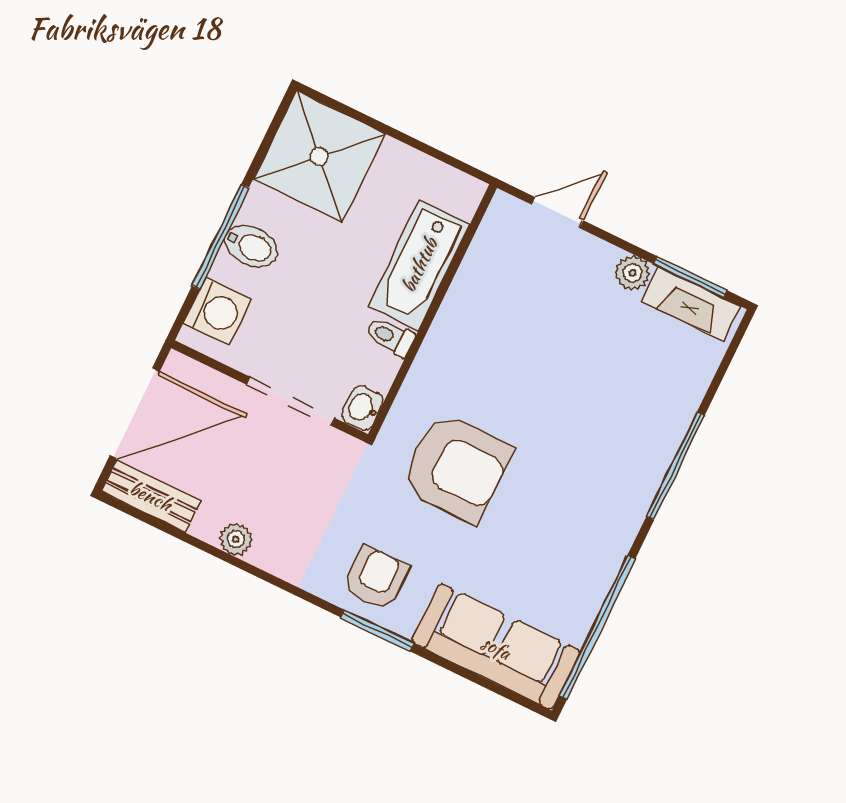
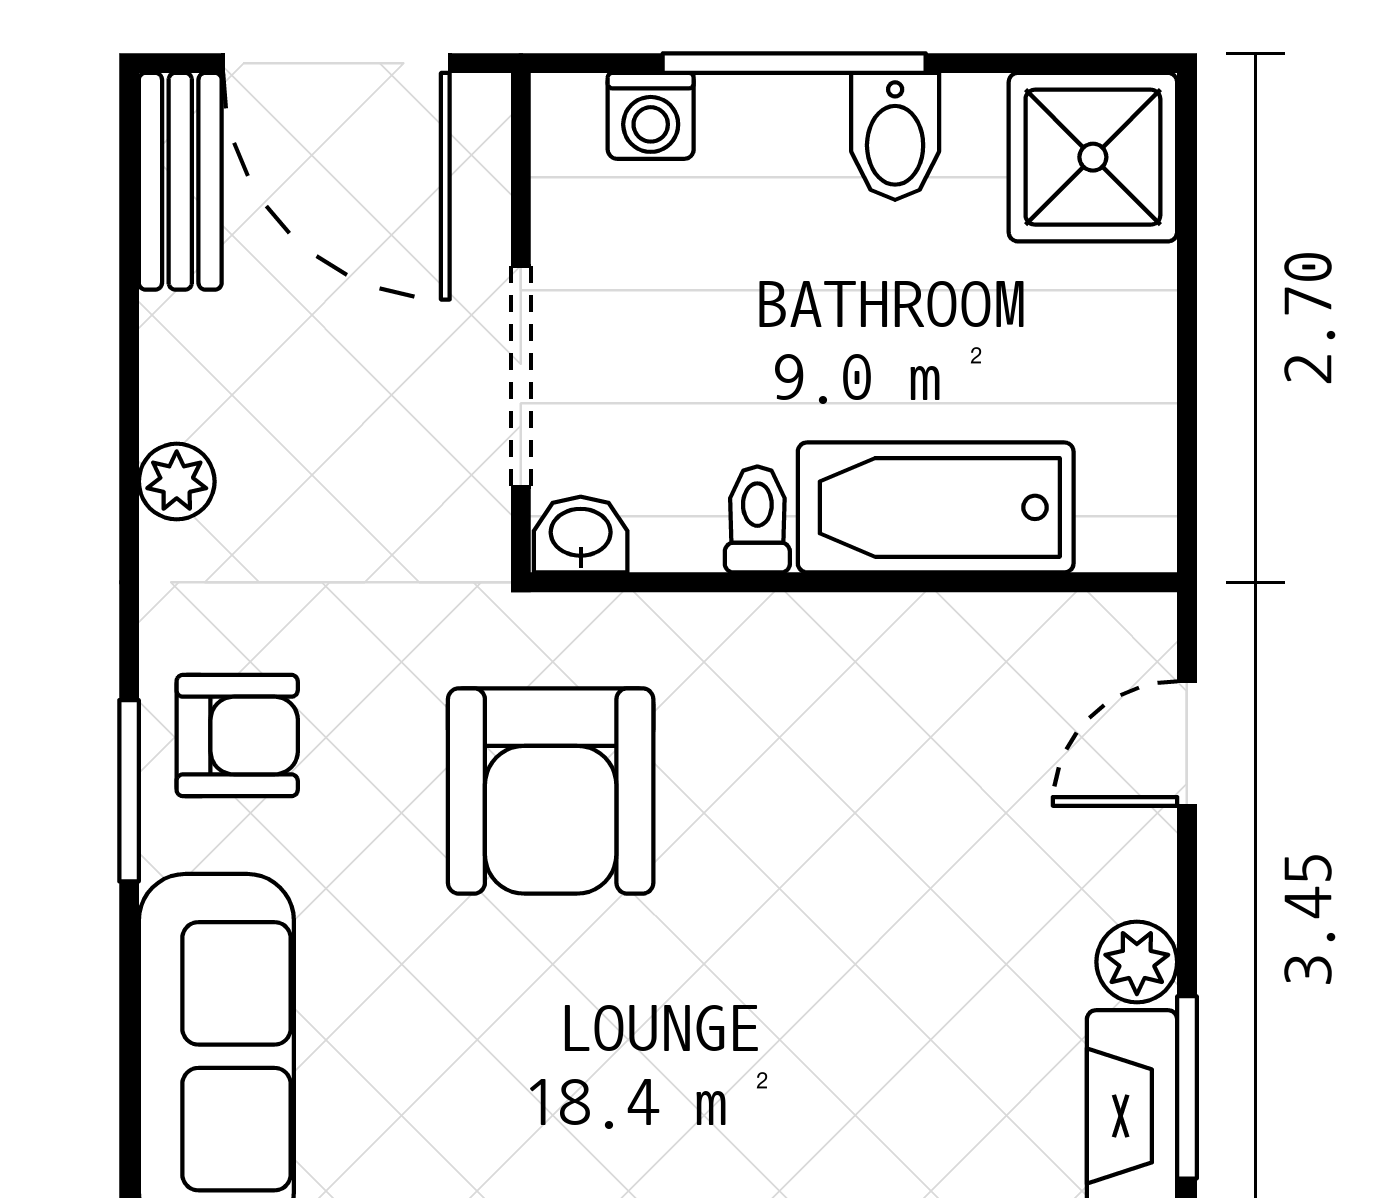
shower: (319, 157) -> (1093, 157), width x0.73, depth x0.73
door: (557, 213) -> (1187, 744), swing flipped
bidet: (251, 246) -> (895, 136), moved
washing machine: (217, 311) -> (651, 116), width x0.73, depth x0.73
plant: (236, 539) -> (177, 482), moved

